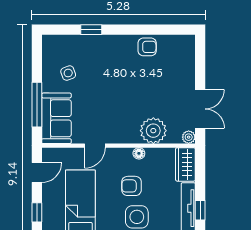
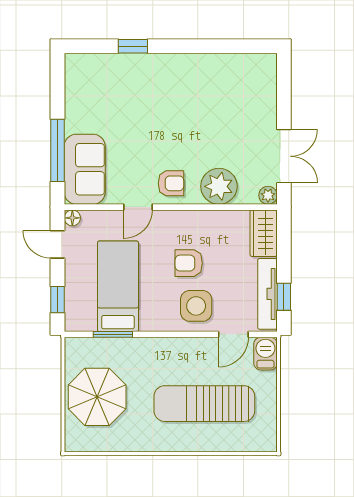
armchair: (147, 47) -> (171, 183), moved
side table: (68, 73) -> (101, 106), removed
floor lamp: (139, 153) -> (72, 218), moved
door: (37, 172) -> (57, 244), swing flipped

